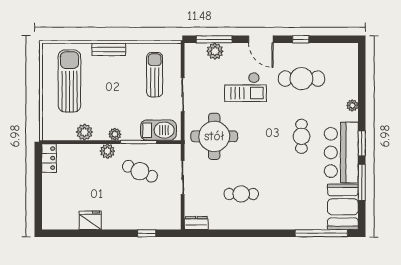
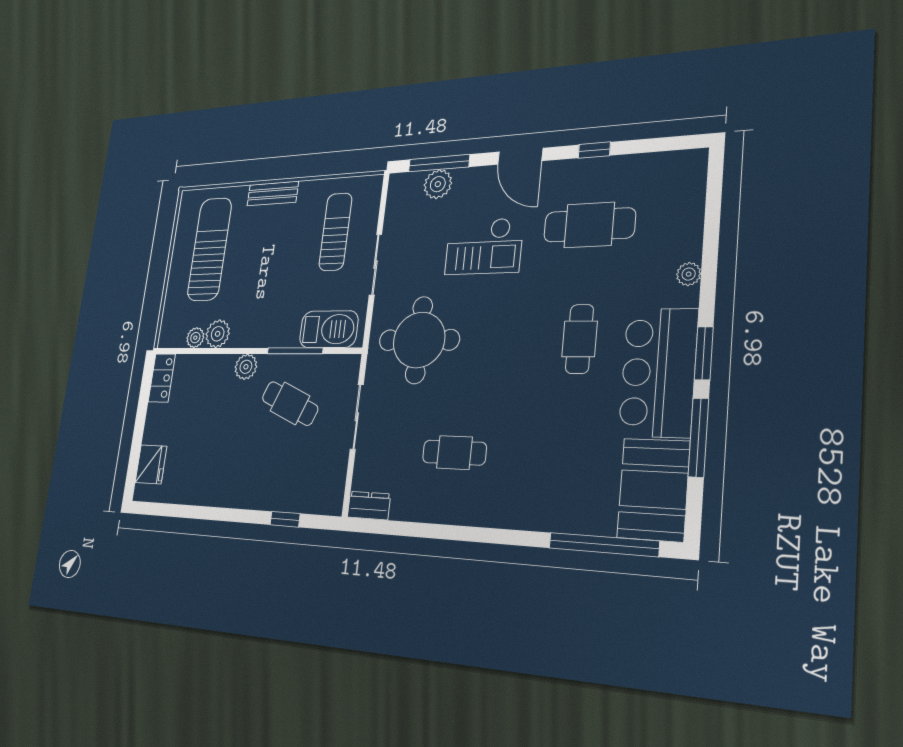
plant: (115, 134) -> (195, 338), moved
fridge: (90, 220) -> (151, 464), moved, turned 90

